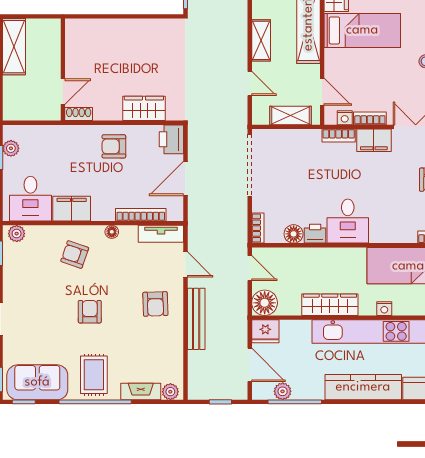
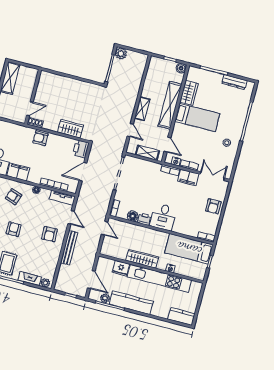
armchair: (114, 146) -> (40, 138), moved
floor lamp: (265, 303) -> (108, 249), removed
fridge: (265, 331) -> (121, 268), moved
kitchen counter: (363, 387) -> (131, 303), moved

